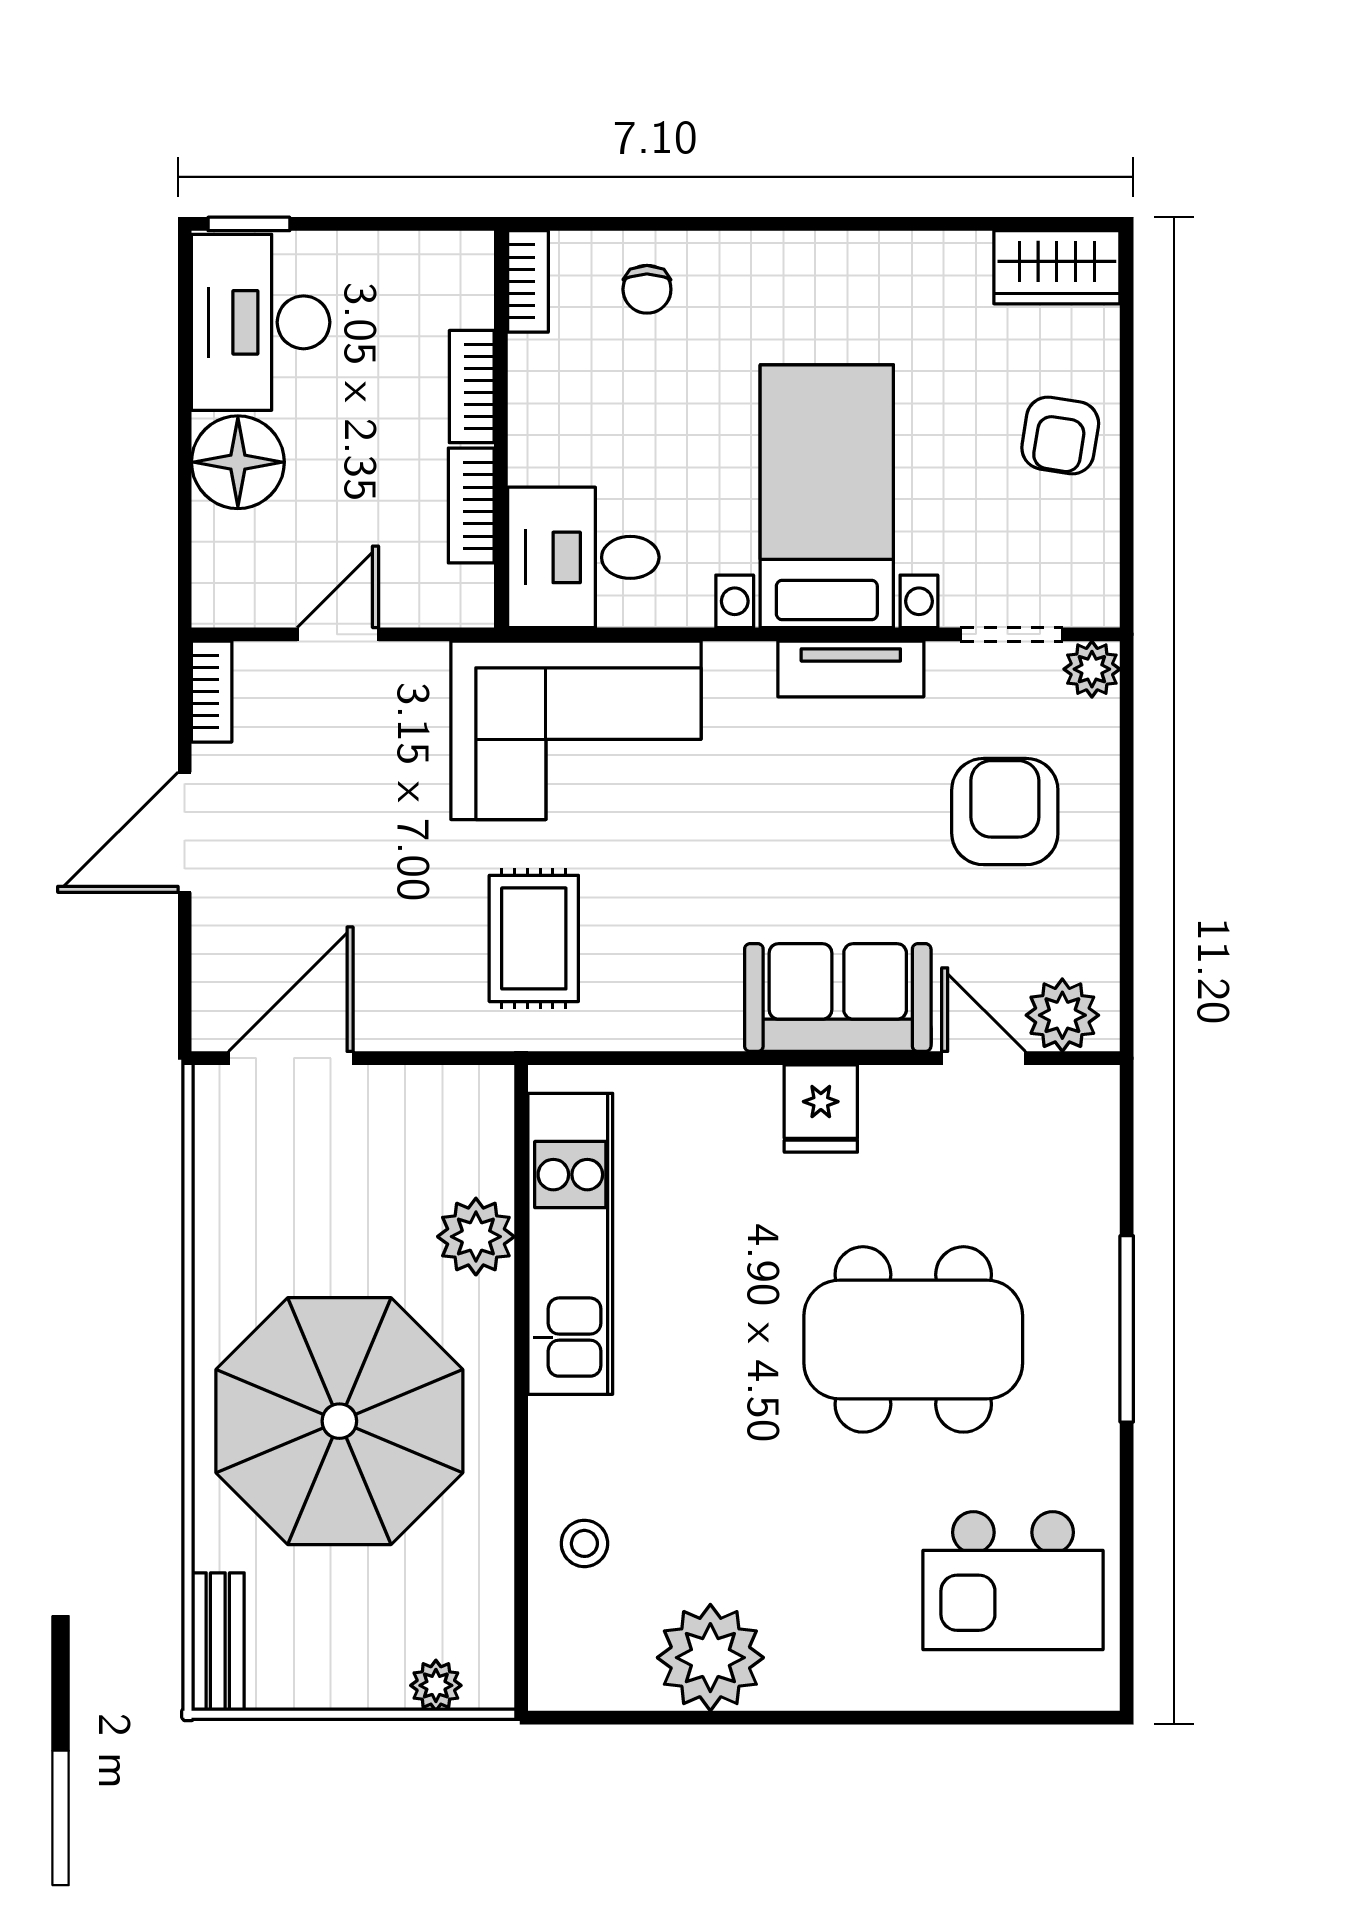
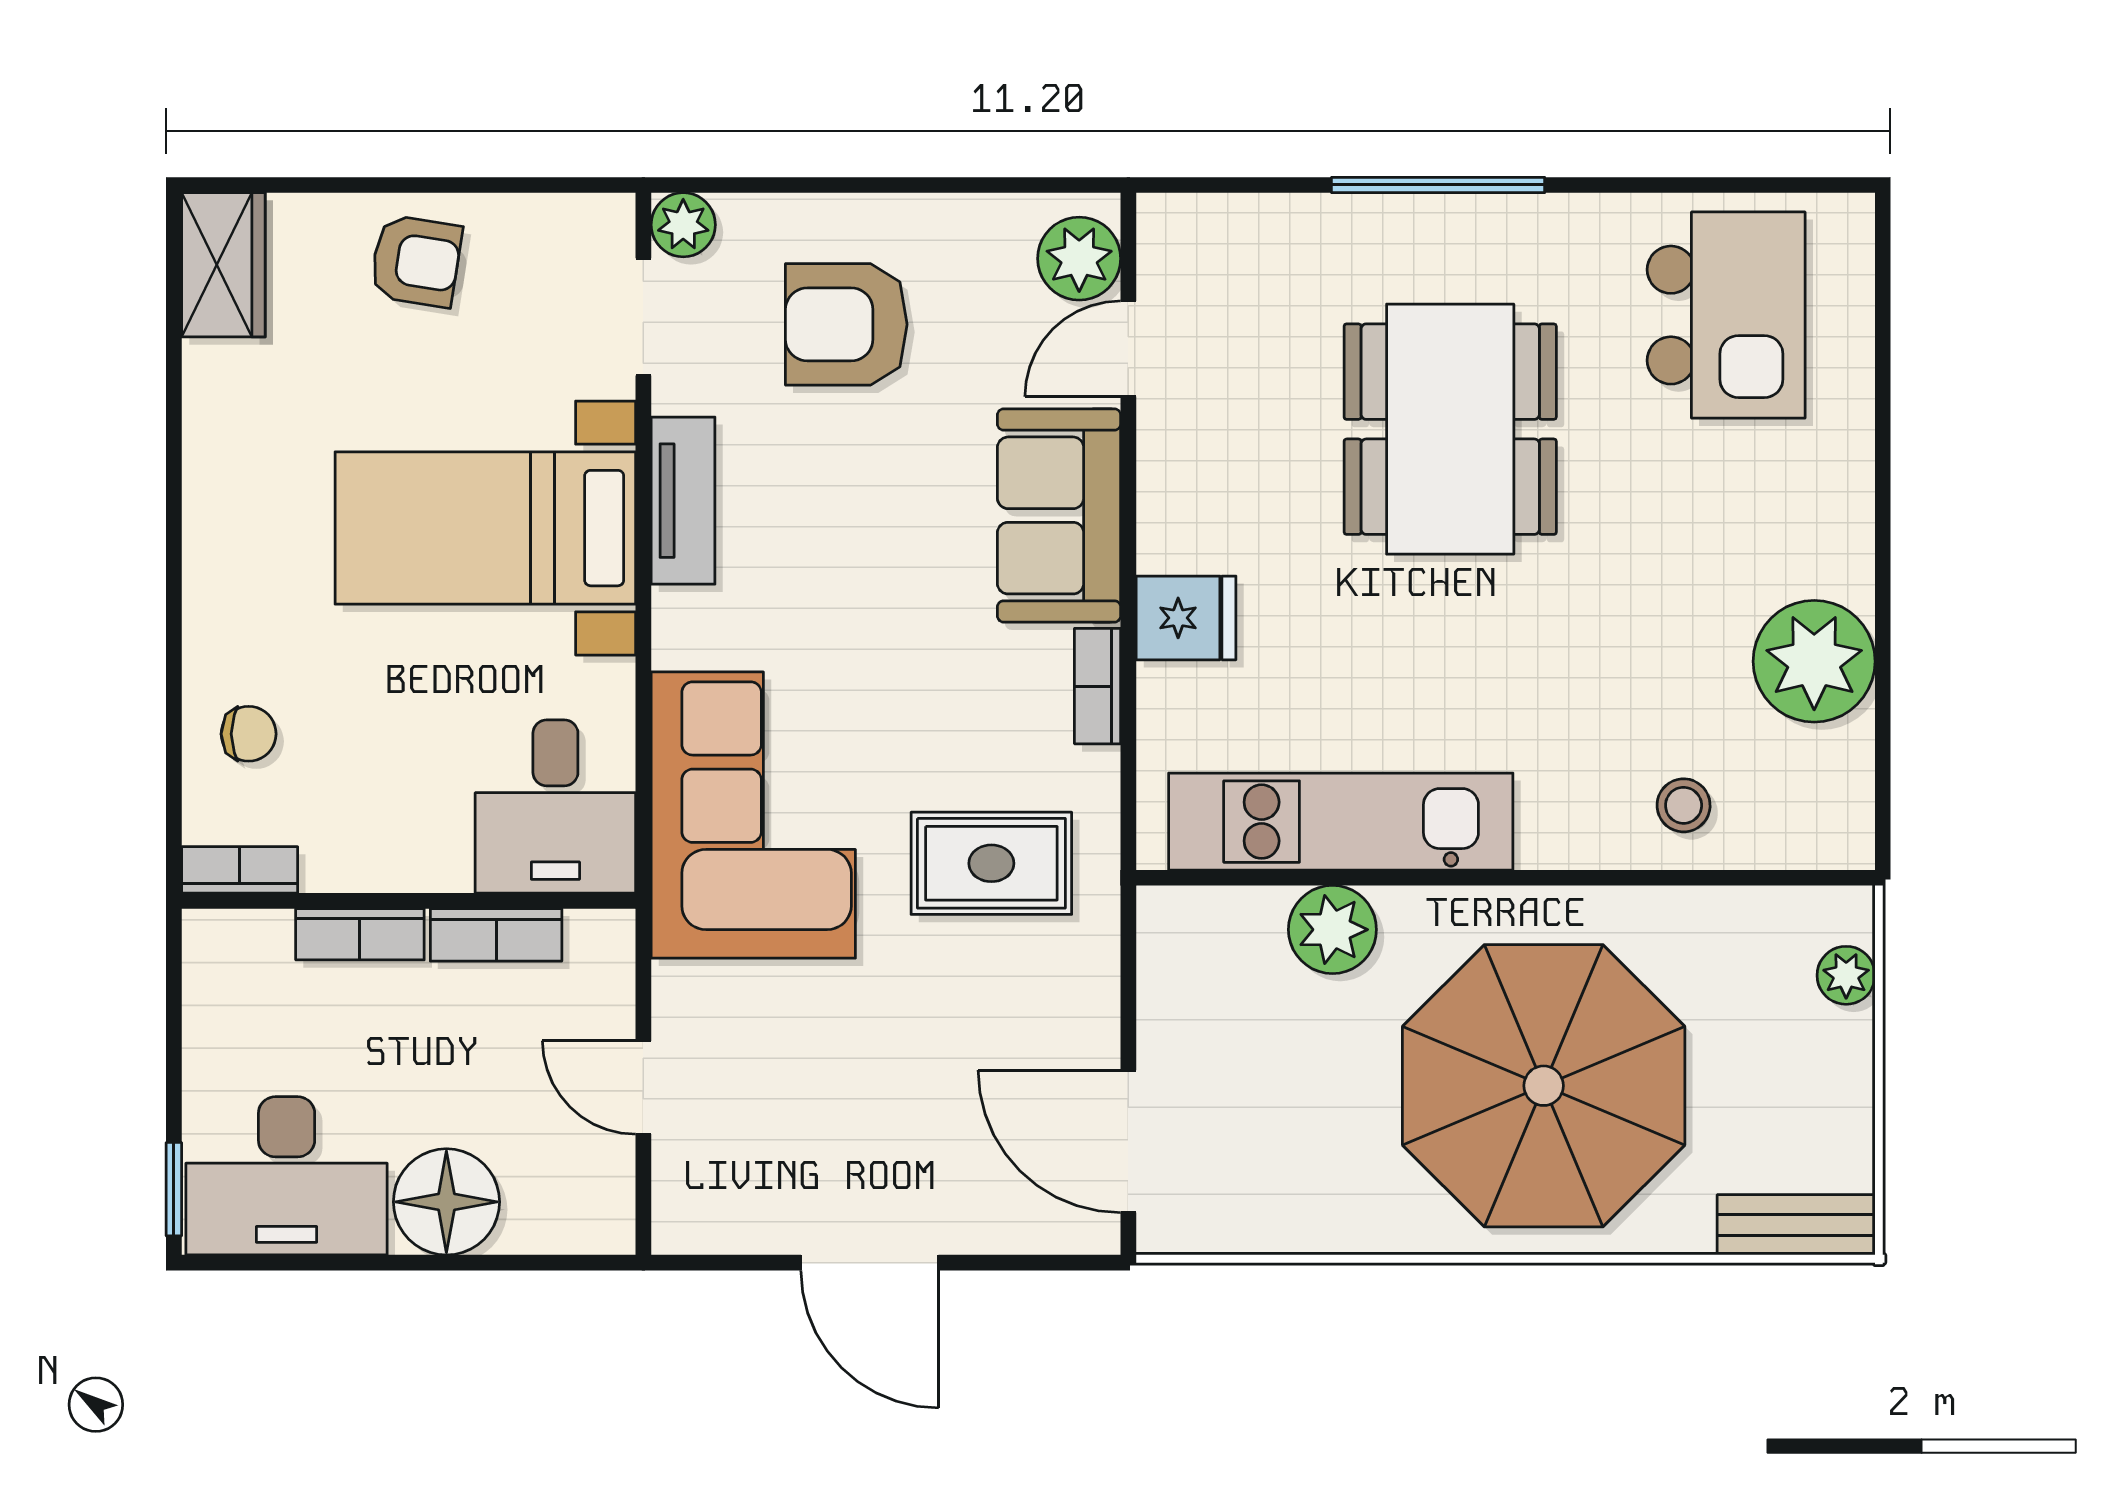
bookcase: (212, 692) -> (1098, 686), moved, turned -90
fridge: (821, 1109) -> (1186, 618), moved

